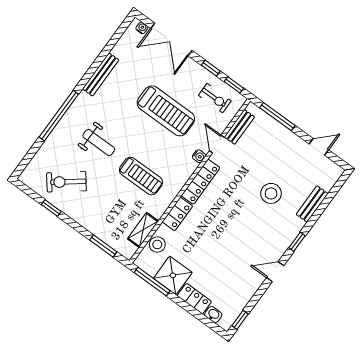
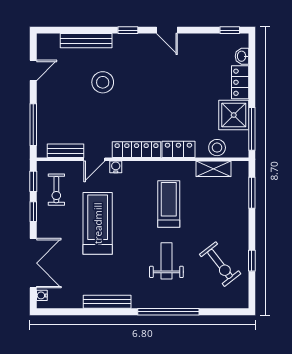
exercise bike: (215, 98) -> (56, 190), turned 180
door: (319, 147) -> (33, 70), swing flipped
bench: (312, 204) -> (86, 41), width x1.36

